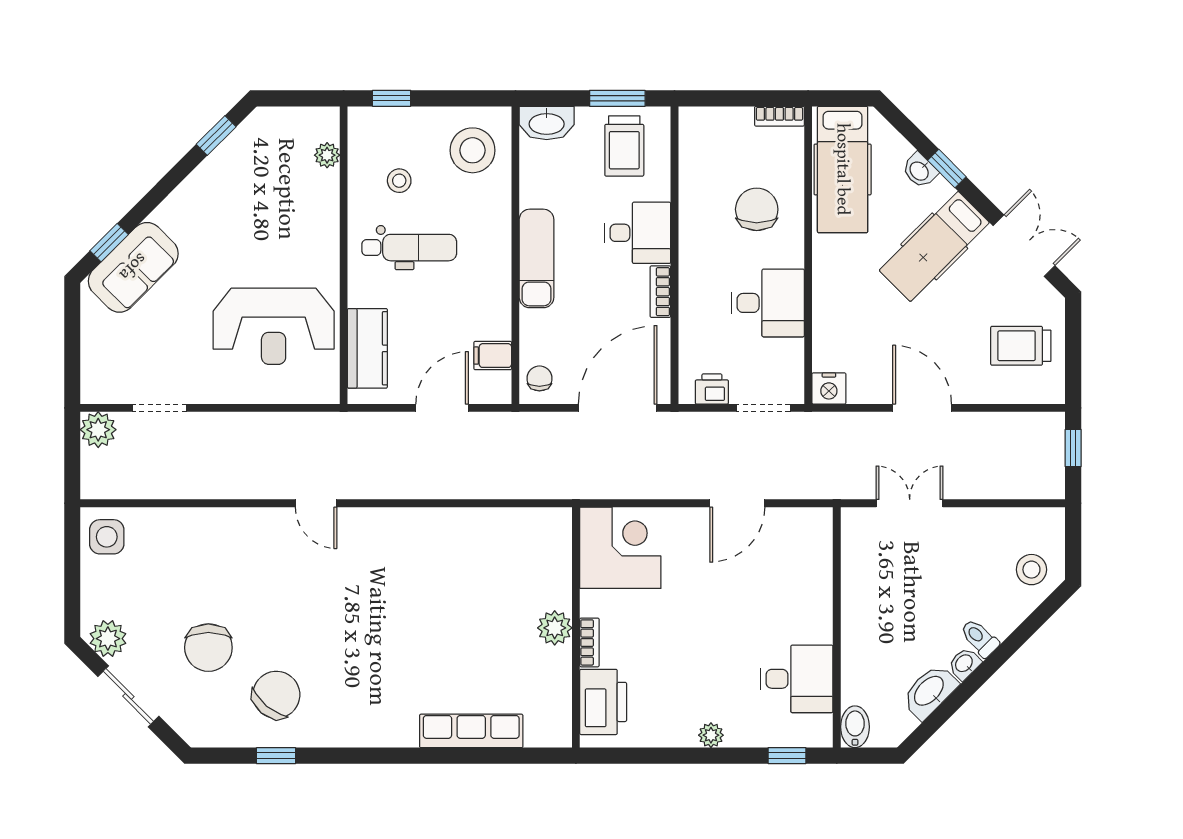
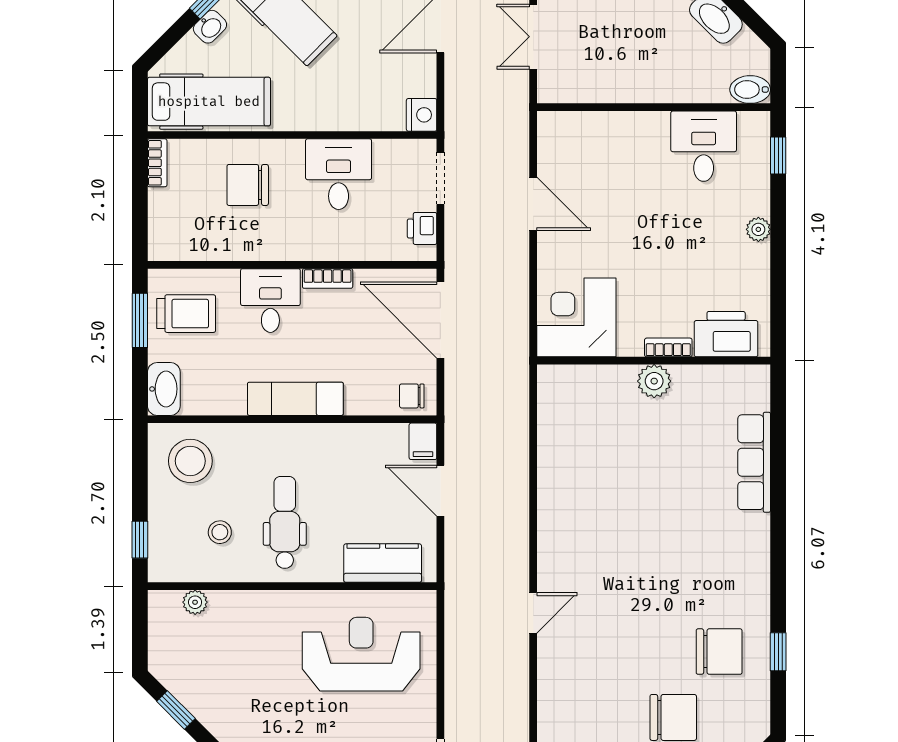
reception desk: (274, 326) -> (361, 654), turned -90
filing cabinet: (493, 356) -> (423, 441), moved
chair: (276, 695) -> (719, 652), turned 140

